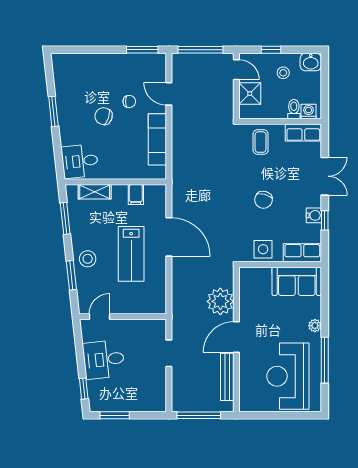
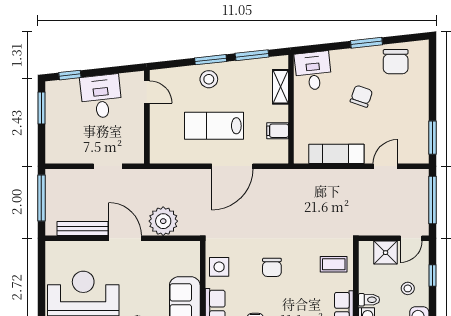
chair: (129, 101) -> (396, 62), moved, width x1.87, depth x1.87
chair: (263, 200) -> (272, 267), turned -105
window: (71, 275) -> (211, 60), moved

